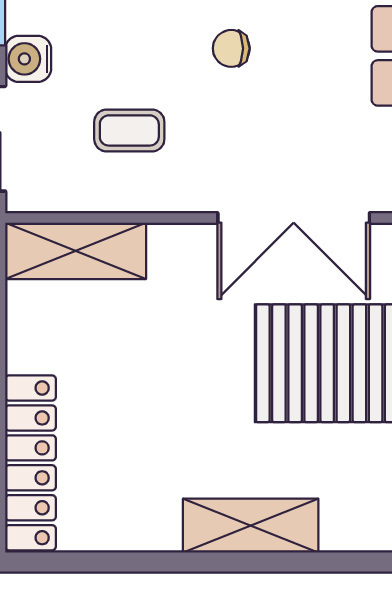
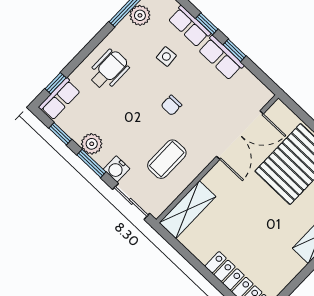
coffee table: (129, 130) -> (167, 159), width x1.36, depth x1.30

